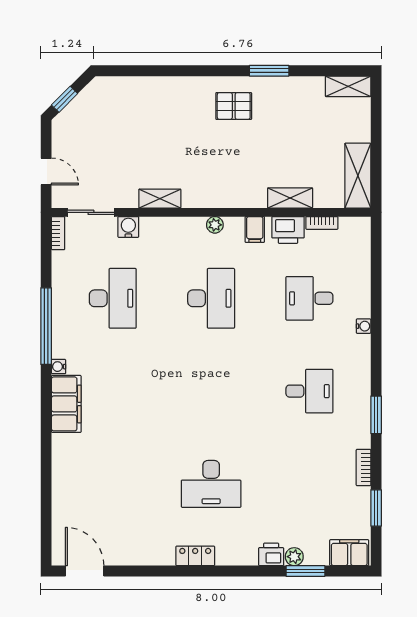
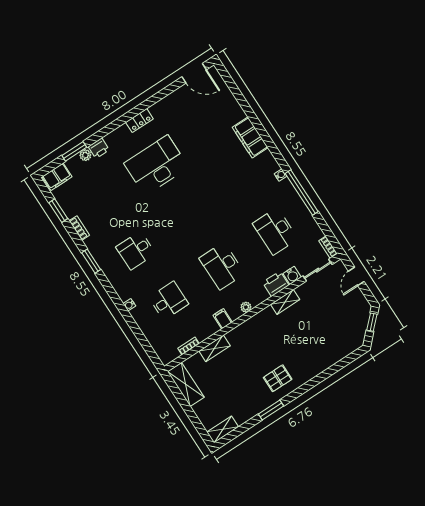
door: (46, 171) -> (356, 276), hinge flipped
printer: (288, 230) -> (276, 284), moved
filing cabinet: (66, 404) -> (250, 137), moved
desk: (211, 484) -> (156, 165), width x1.36, depth x1.30

